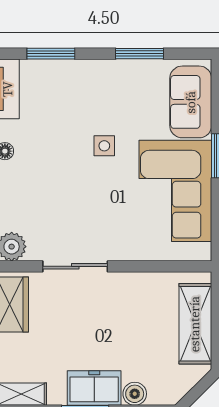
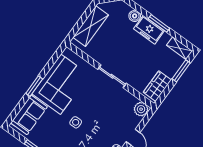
sliding door: (75, 266) -> (112, 76), moved

